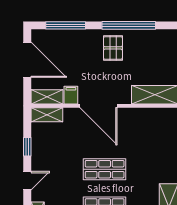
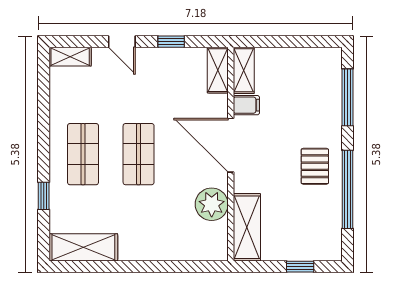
pallet: (113, 48) -> (315, 166), turned 90
door: (27, 60) -> (298, 42), removed
door: (98, 106) -> (231, 145), hinge flipped
plant: (139, 119) -> (212, 204), added

